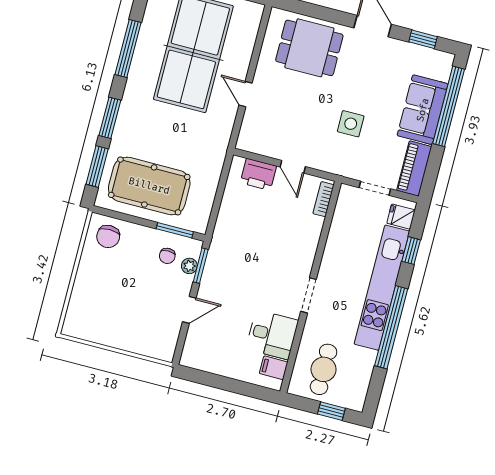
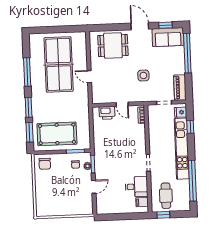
sofa: (423, 110) -> (168, 37), moved, turned -90
window: (391, 327) -> (192, 181), moved
window: (331, 411) -> (163, 215), moved

